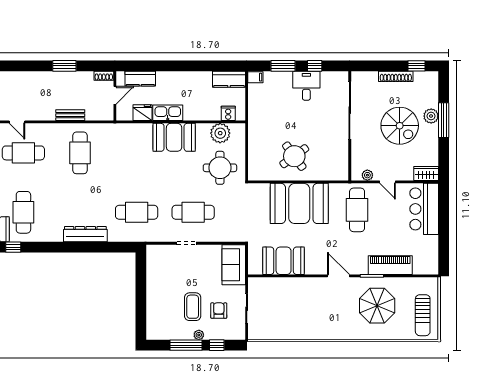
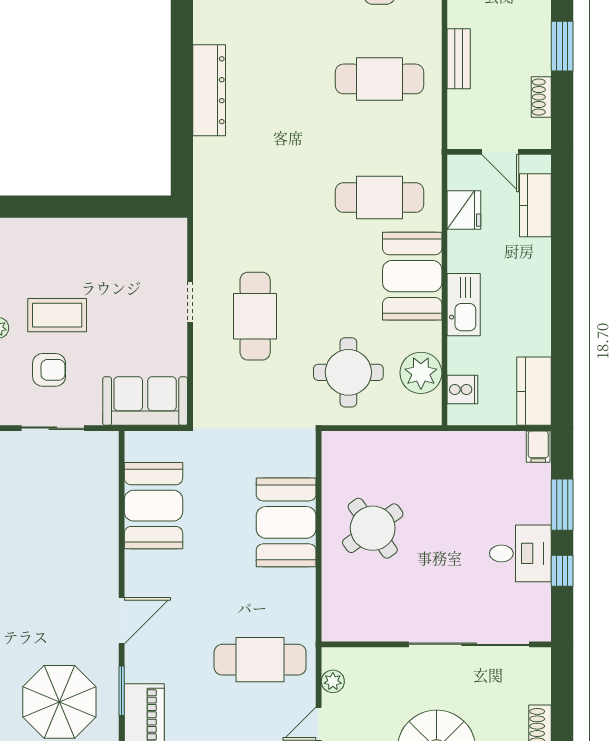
shoe rack: (104, 76) -> (541, 97), moved
kitchen sink: (168, 113) -> (464, 305), moved
booth: (299, 203) -> (286, 522), width x0.73, depth x0.70
cafe table: (137, 212) -> (380, 198), moved, turned 90

